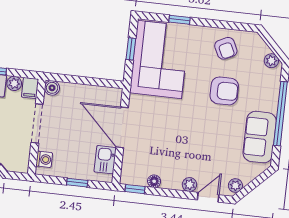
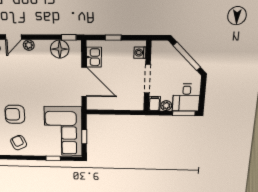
boiler: (52, 88) -> (138, 105), removed
floor lamp: (154, 181) -> (60, 49), width x1.89, depth x1.89

